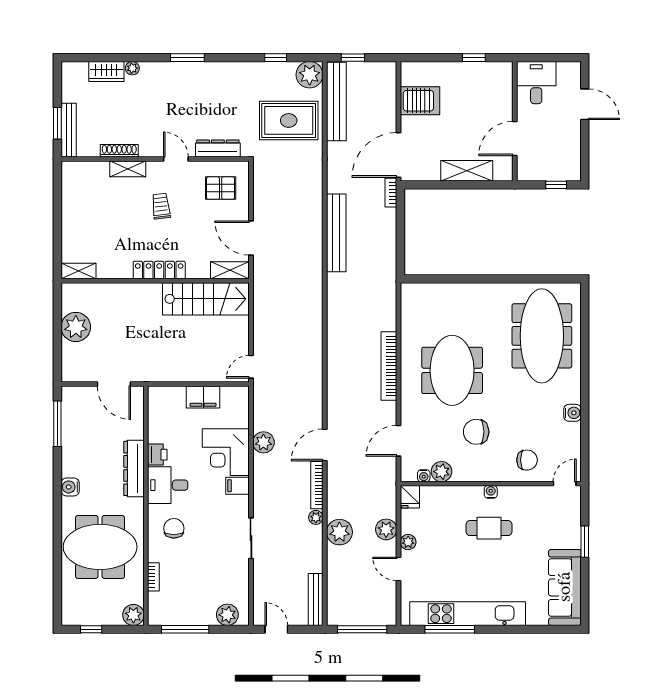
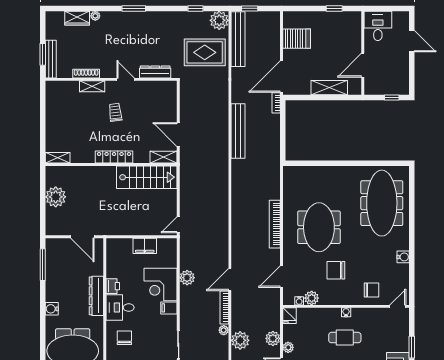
pallet: (221, 188) -> (157, 100), removed

